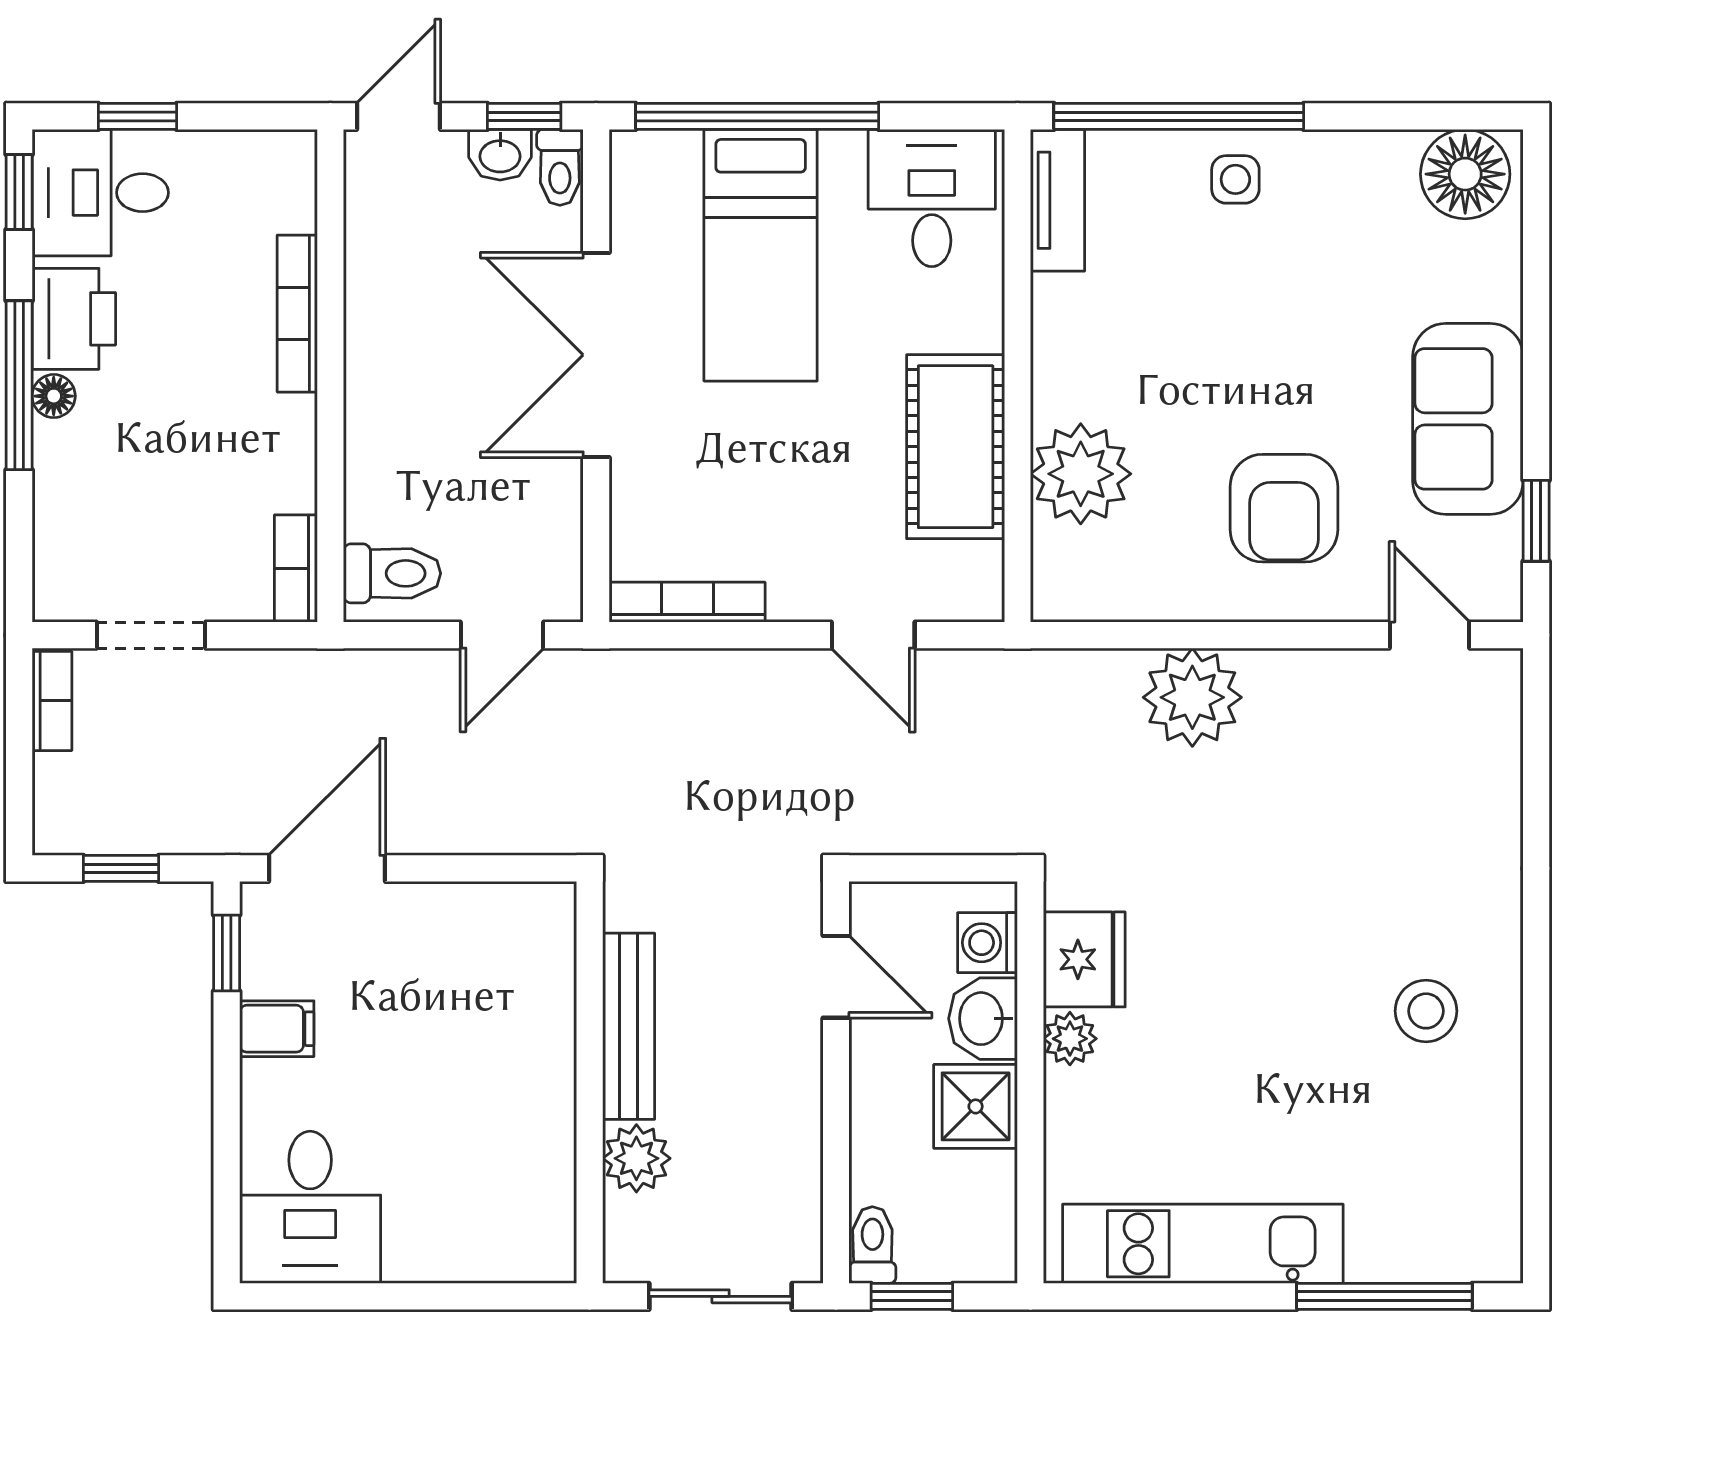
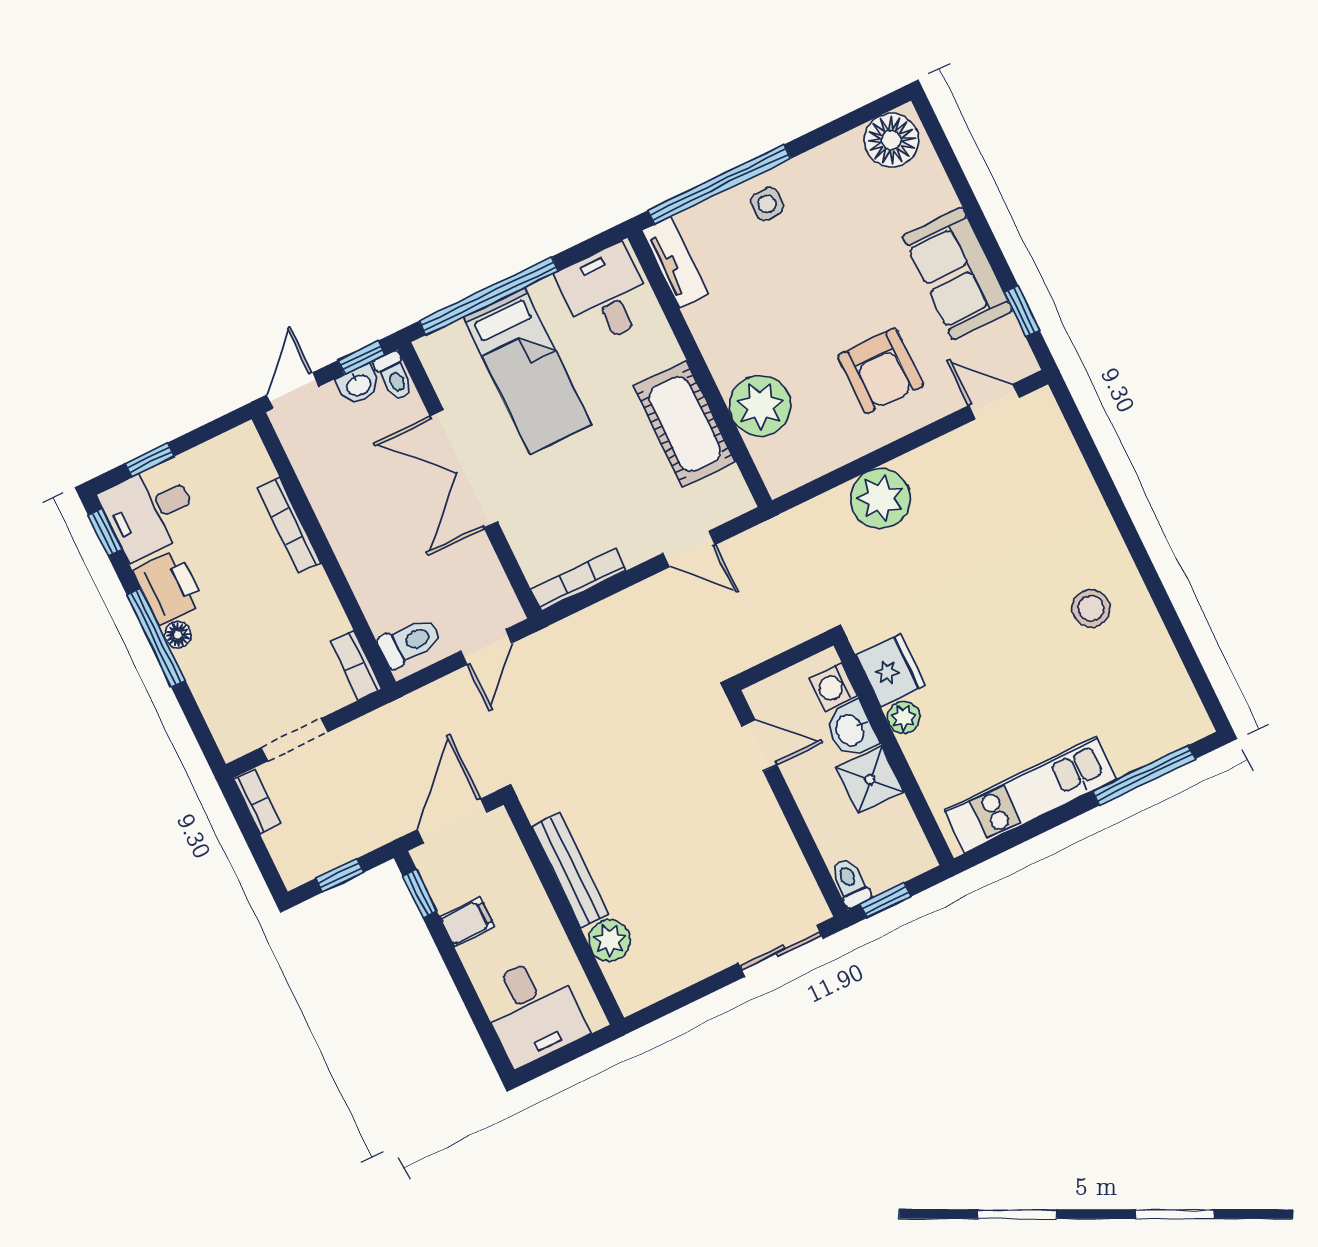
bench: (629, 1026) -> (570, 870), moved
wall: (590, 1082) -> (564, 911), moved
plant: (636, 1158) -> (610, 940), moved

